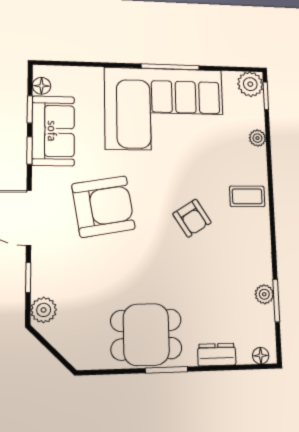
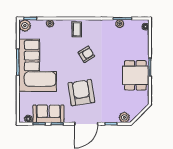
dresser: (217, 355) -> (144, 46), removed

